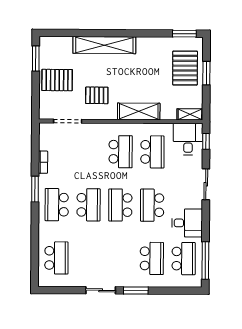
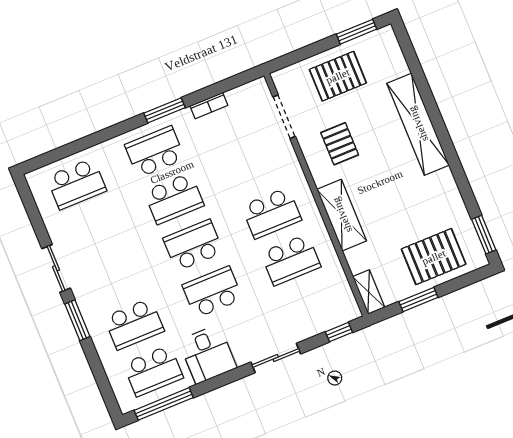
window: (206, 73) -> (418, 300), moved
pallet: (57, 80) -> (338, 76), turned 90
desk: (188, 139) -> (331, 304), removed

